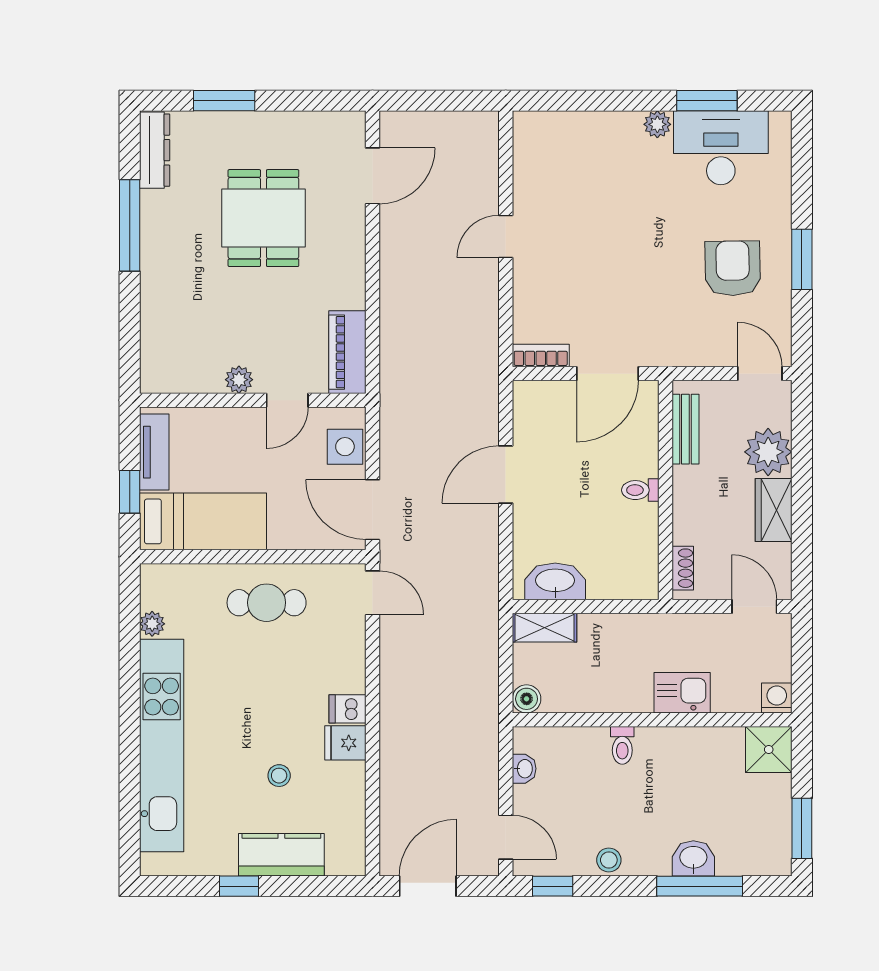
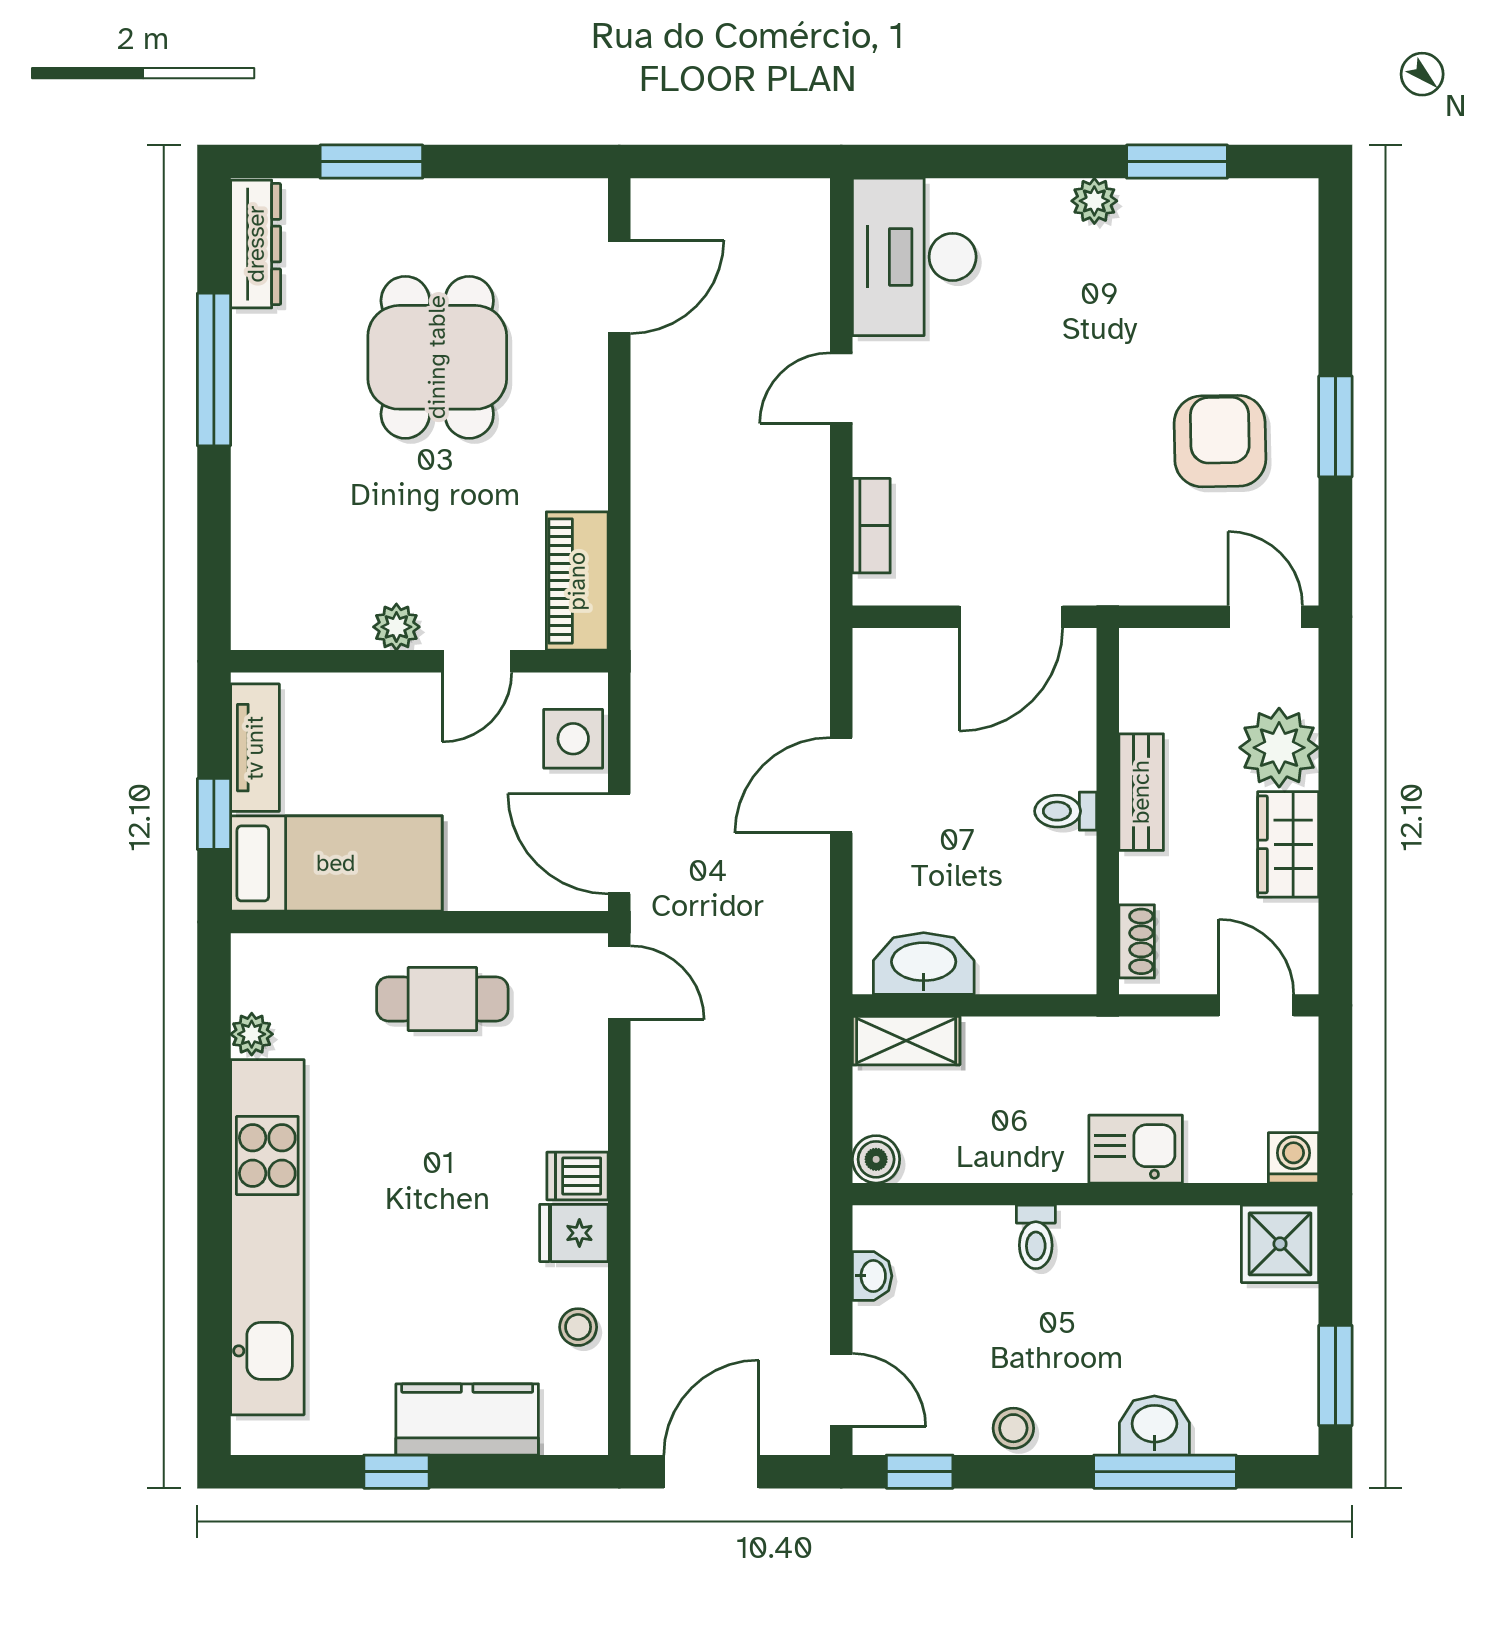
desk: (721, 148) -> (914, 257), moved, turned -90
bookcase: (541, 356) -> (871, 526), moved, turned 90
bench: (685, 429) -> (1141, 792), moved
stool: (279, 776) -> (578, 1327), moved

